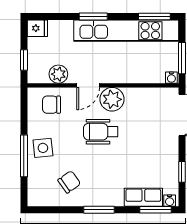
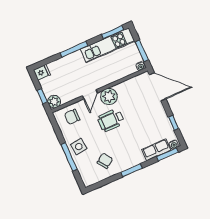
window: (93, 16) -> (74, 49), width x1.44
kitchen unit: (126, 31) -> (108, 45), width x0.73
plant: (58, 74) -> (54, 102), moved

